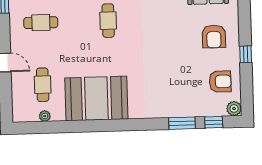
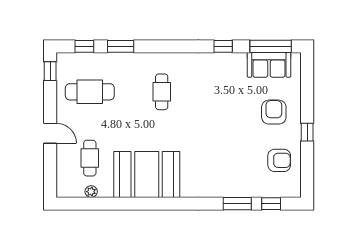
cafe table: (41, 23) -> (90, 92), width x1.37, depth x1.35
armchair: (214, 37) -> (274, 112), turned 180
plant: (234, 109) -> (293, 190), removed

